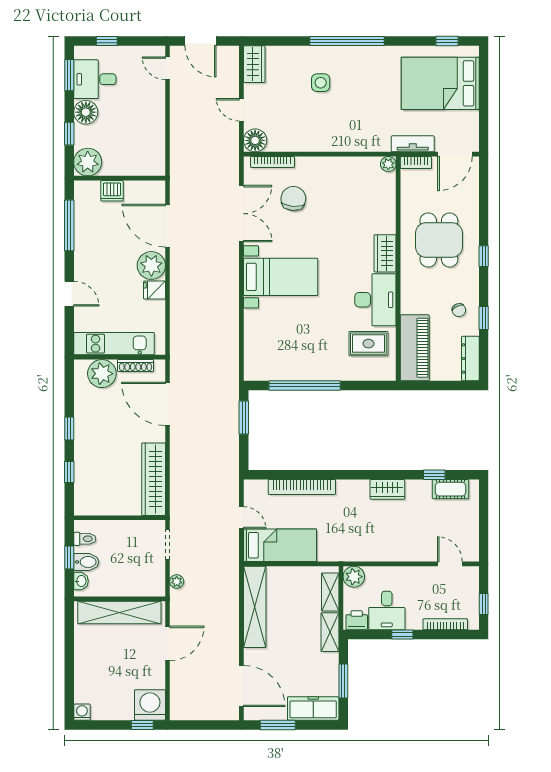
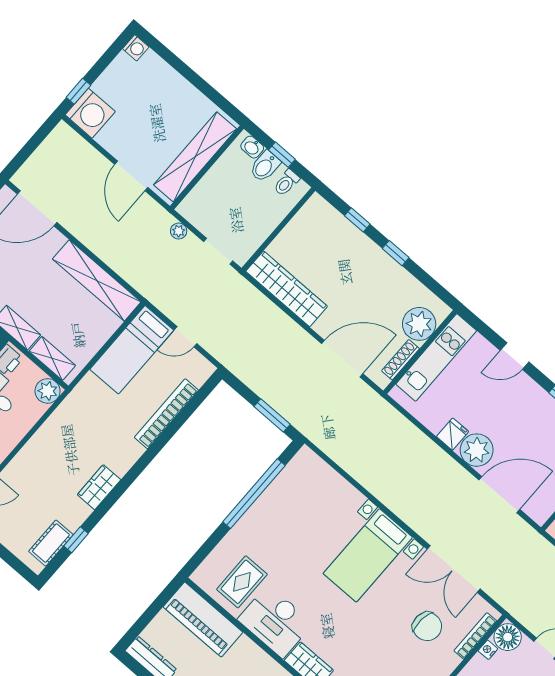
nightstand: (274, 146) -> (488, 650), added

